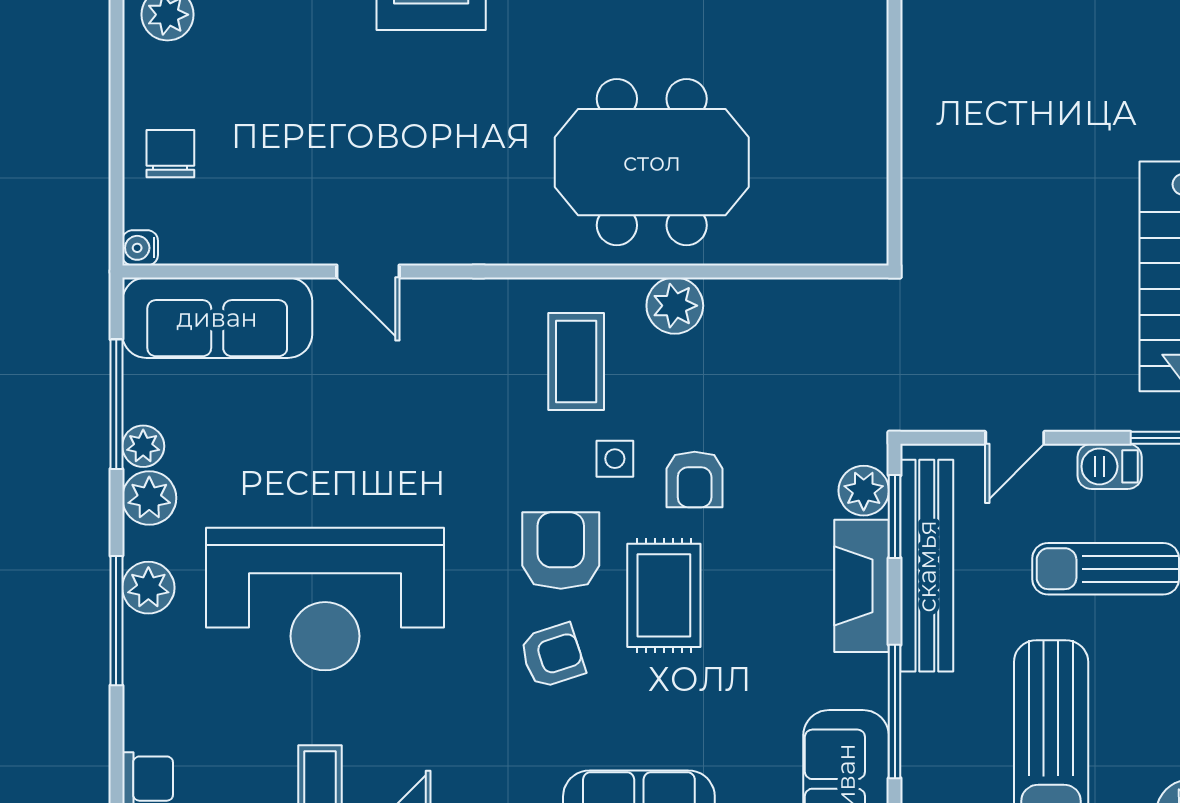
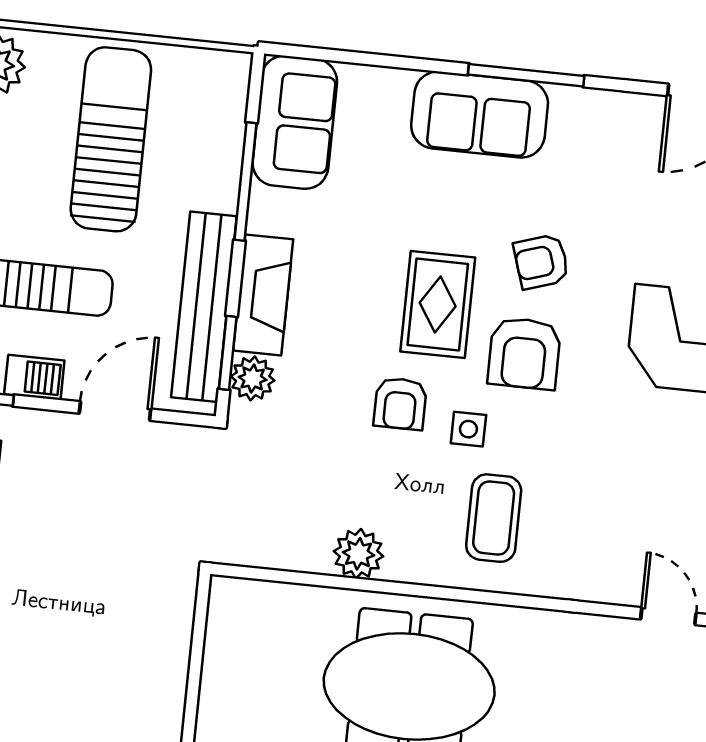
plant: (675, 306) -> (358, 554), moved
door: (1015, 438) -> (115, 411), width x1.38
armchair: (695, 479) -> (400, 404), turned 180

